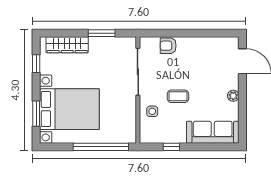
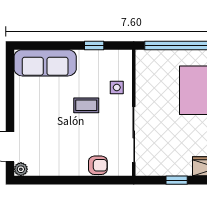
window: (102, 33) -> (177, 180), width x0.67
plant: (233, 96) -> (21, 169), moved

